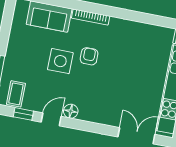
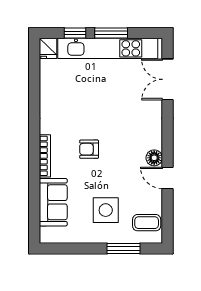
side table: (60, 61) -> (106, 210), moved
window: (23, 114) -> (167, 210), removed

